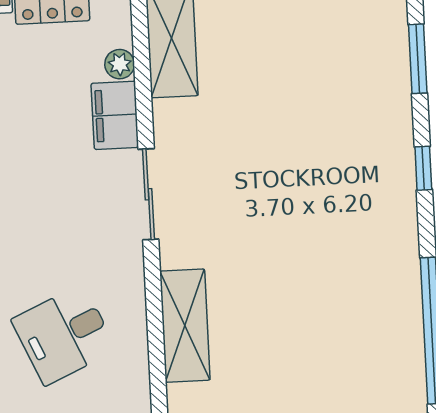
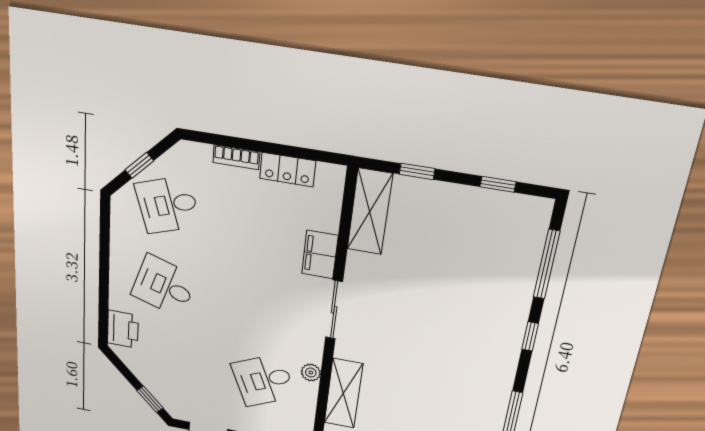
window: (418, 59) -> (547, 264), width x1.44
plant: (120, 64) -> (311, 373), moved

